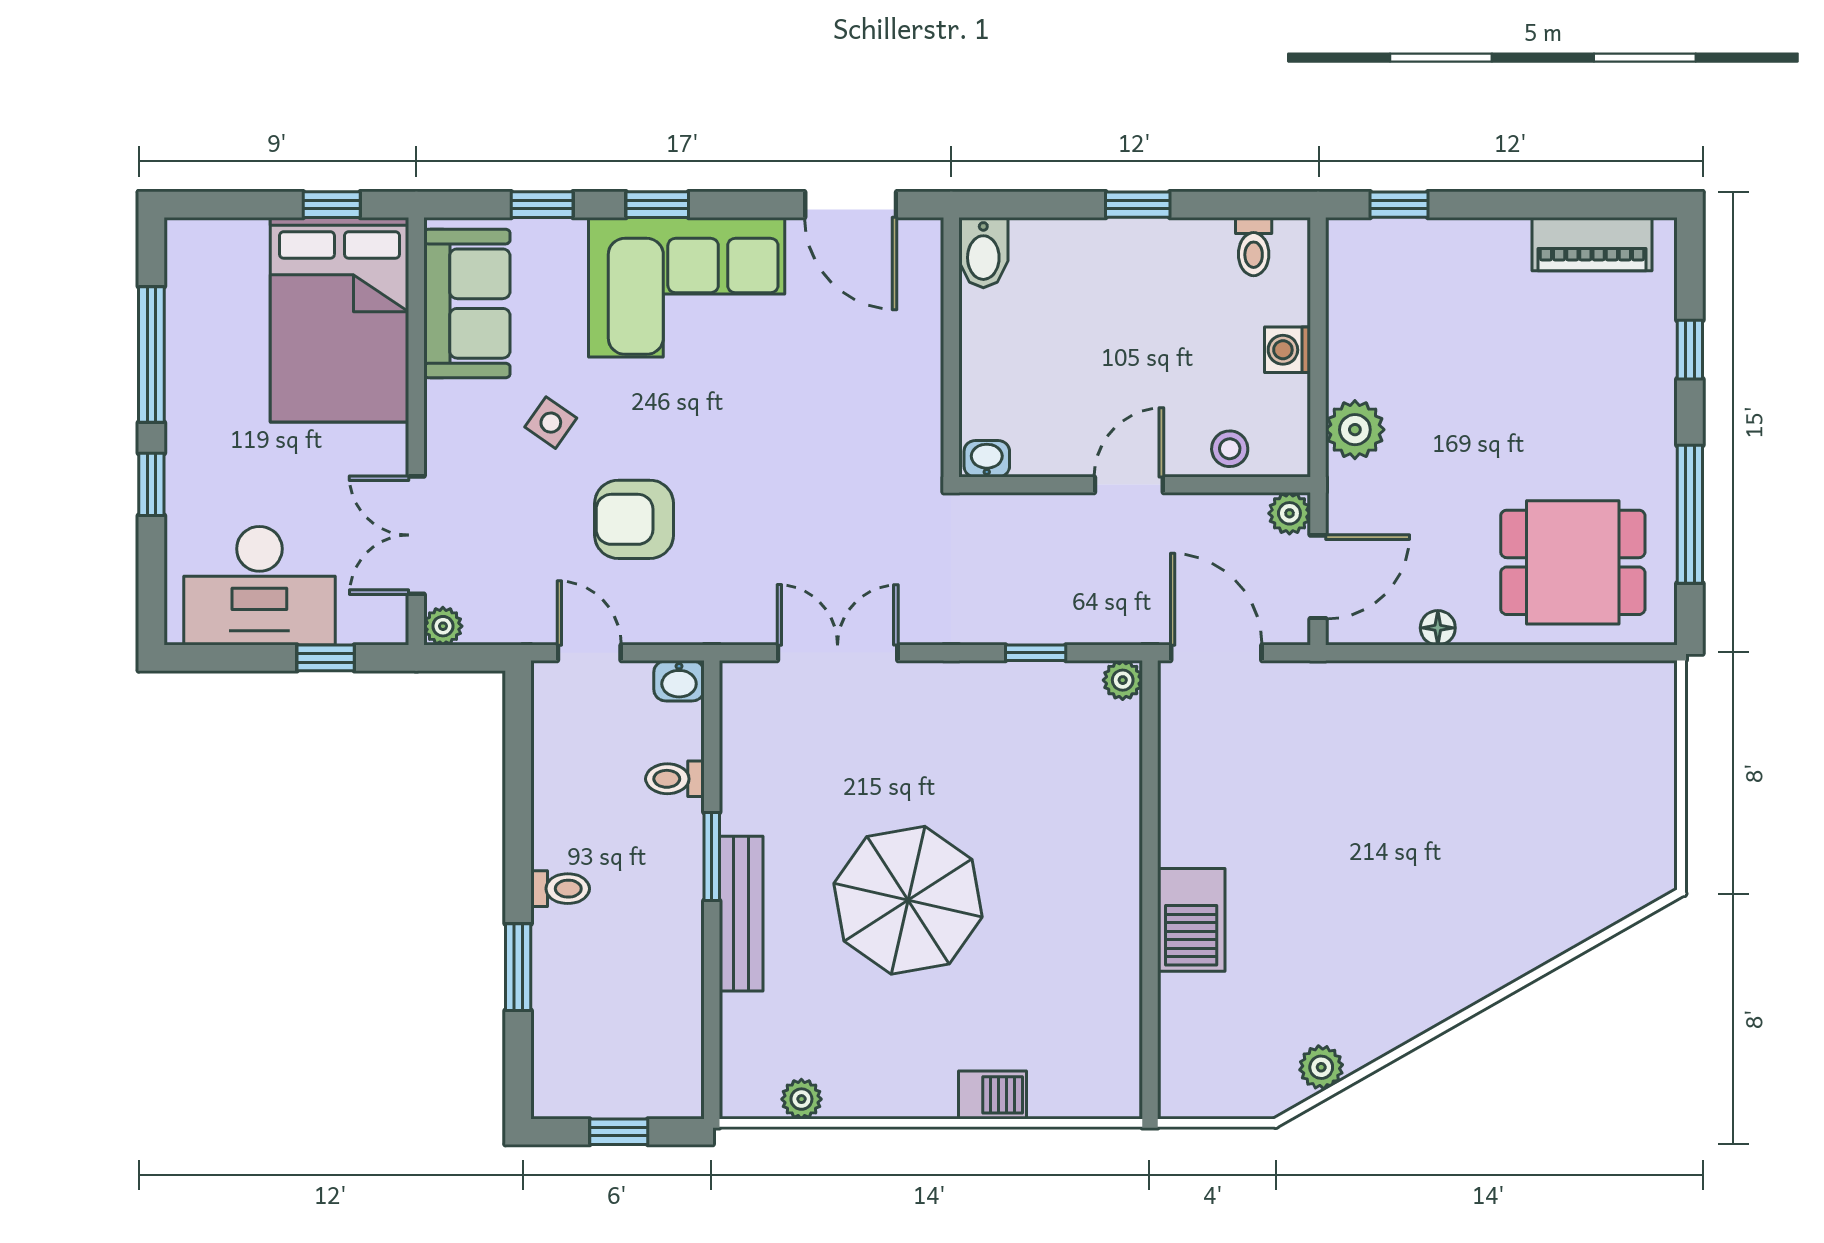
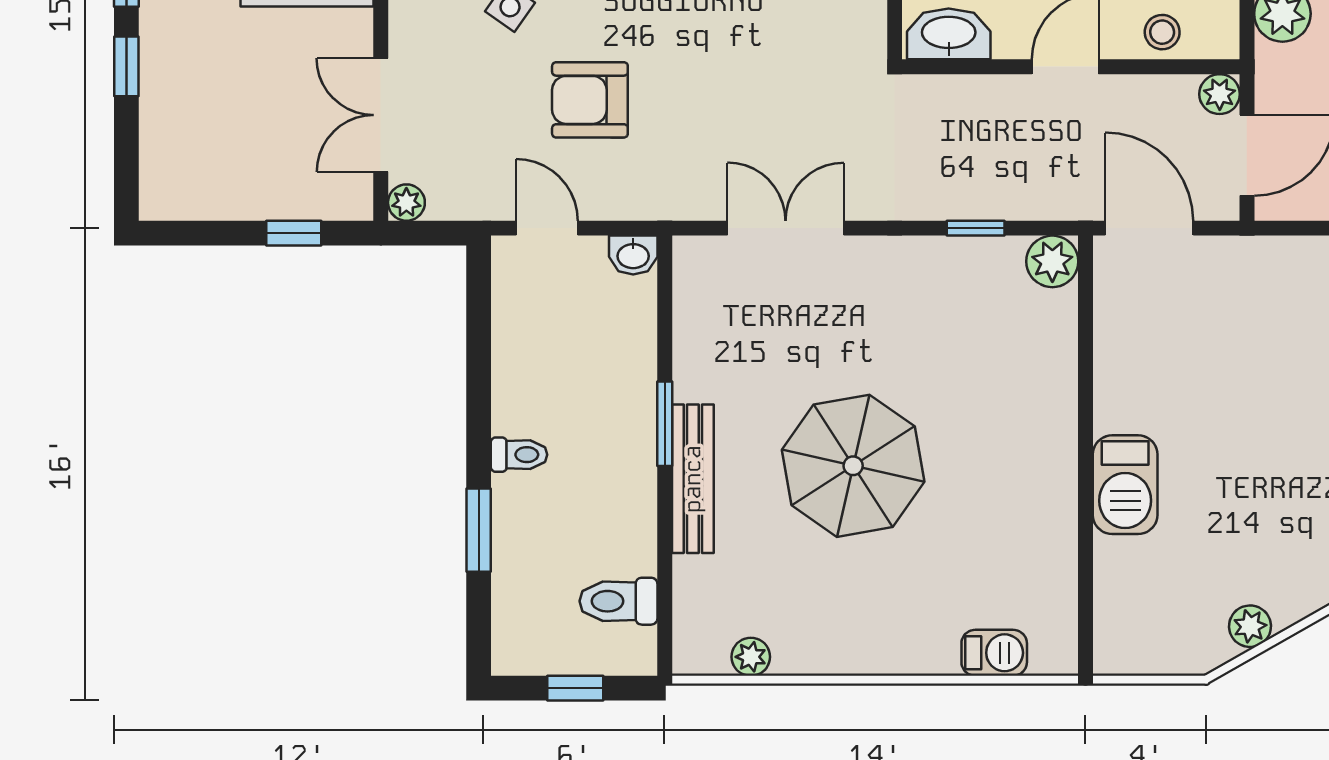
washbasin: (987, 459) -> (949, 34), width x1.91, depth x1.45
desk: (259, 586) -> (230, 164), removed
plant: (1123, 680) -> (1052, 261), width x1.38, depth x1.38
toilet: (675, 779) -> (618, 601), moved, width x1.37, depth x1.39
barbecue: (992, 1095) -> (994, 653), moved

